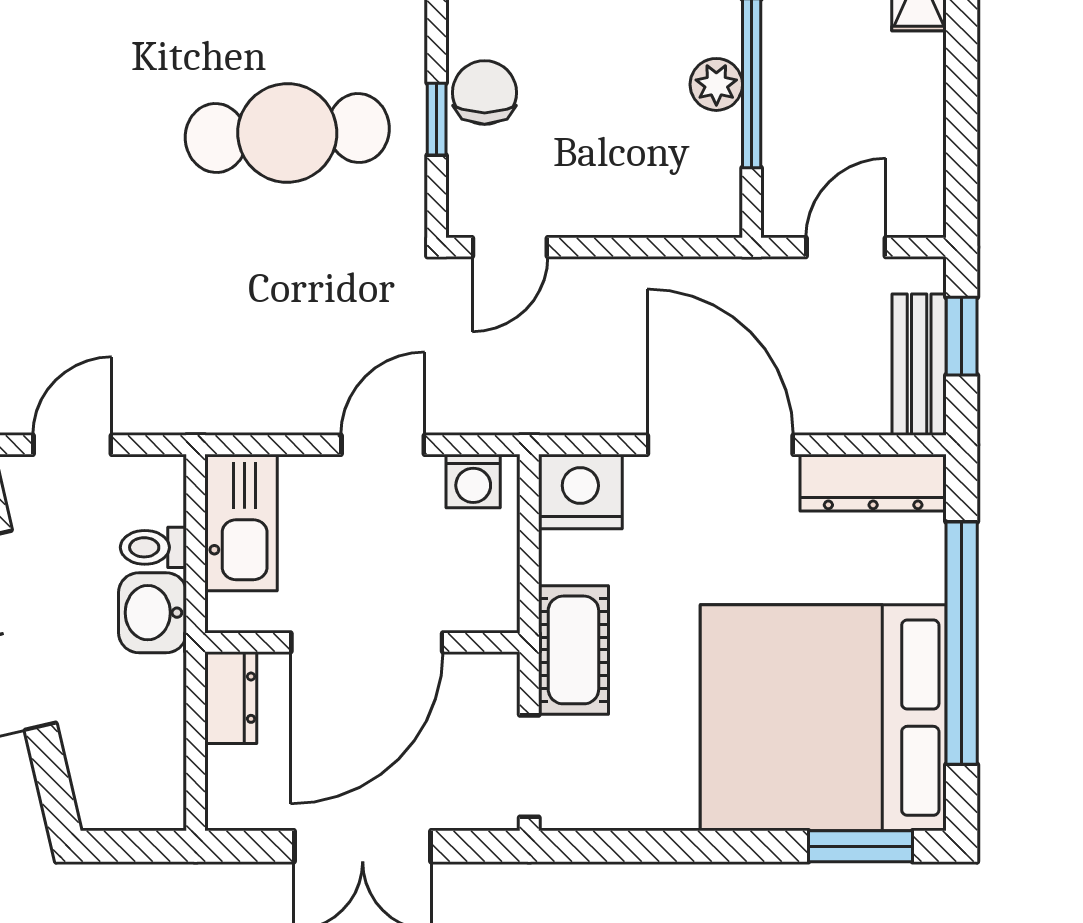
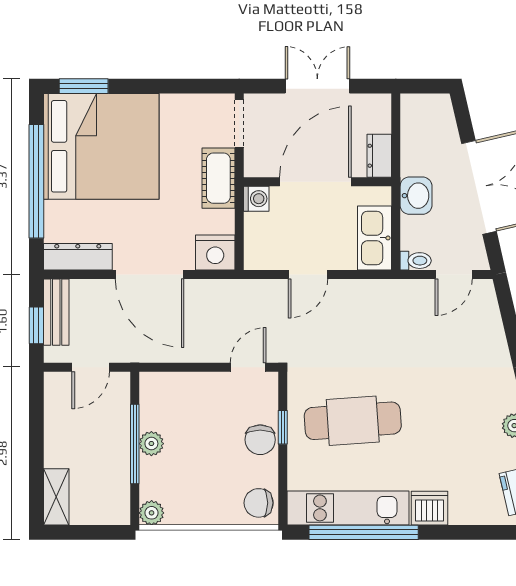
washing machine: (473, 481) -> (256, 199), moved, turned 90
toilet: (153, 547) -> (416, 261), moved

